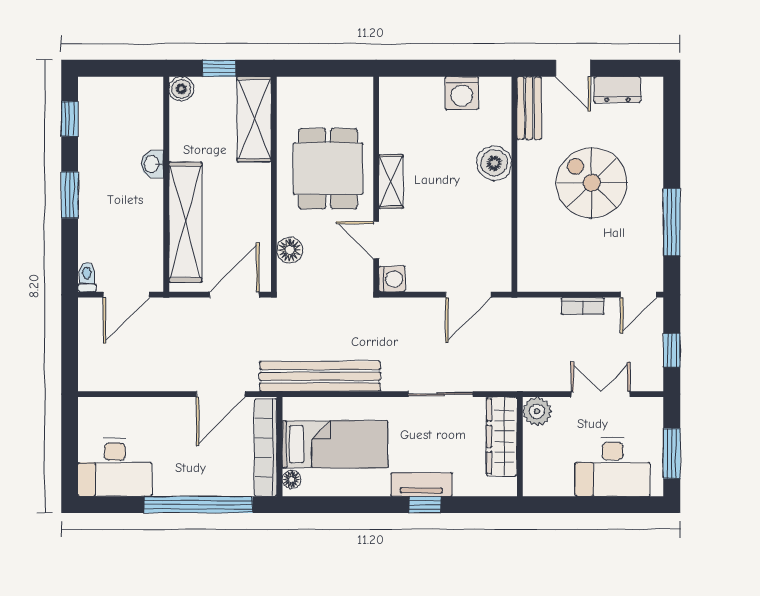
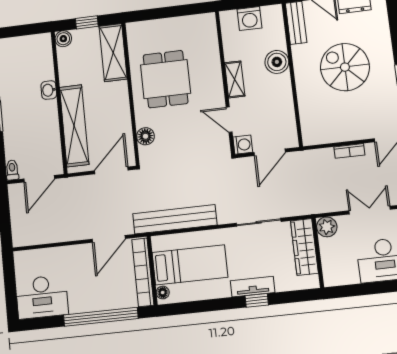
shelving: (391, 182) -> (235, 79), moved
wall: (376, 184) -> (225, 82), moved
door: (376, 240) -> (229, 120), moved
washing machine: (392, 279) -> (243, 145), moved

